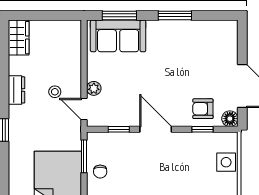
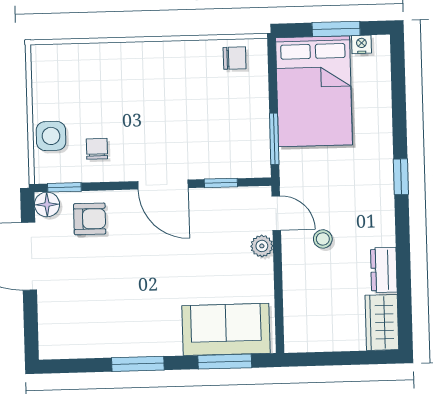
dresser: (17, 90) -> (384, 270), moved
window: (203, 129) -> (64, 187), moved
chair: (100, 172) -> (97, 149), moved

